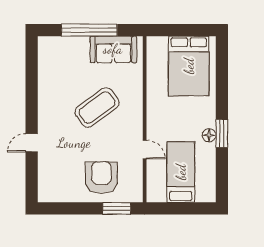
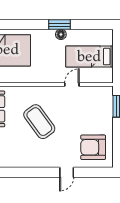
door: (32, 143) -> (67, 172), hinge flipped
armchair: (101, 178) -> (93, 147), moved

